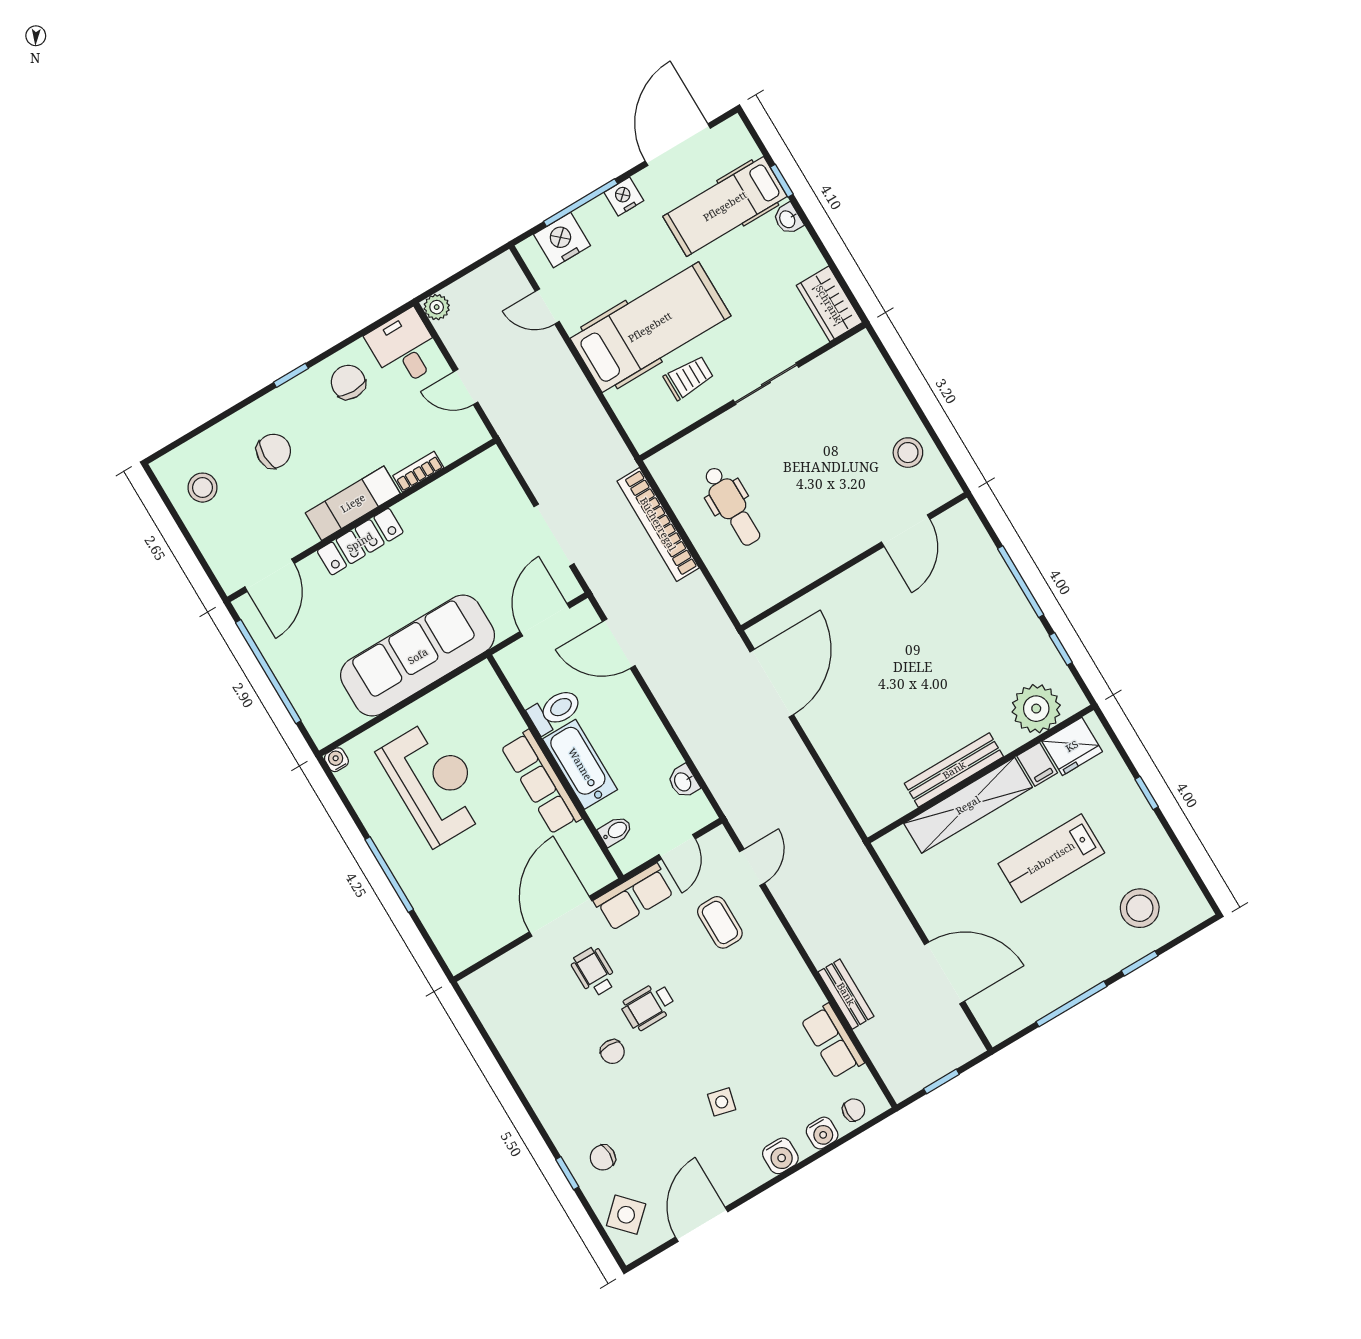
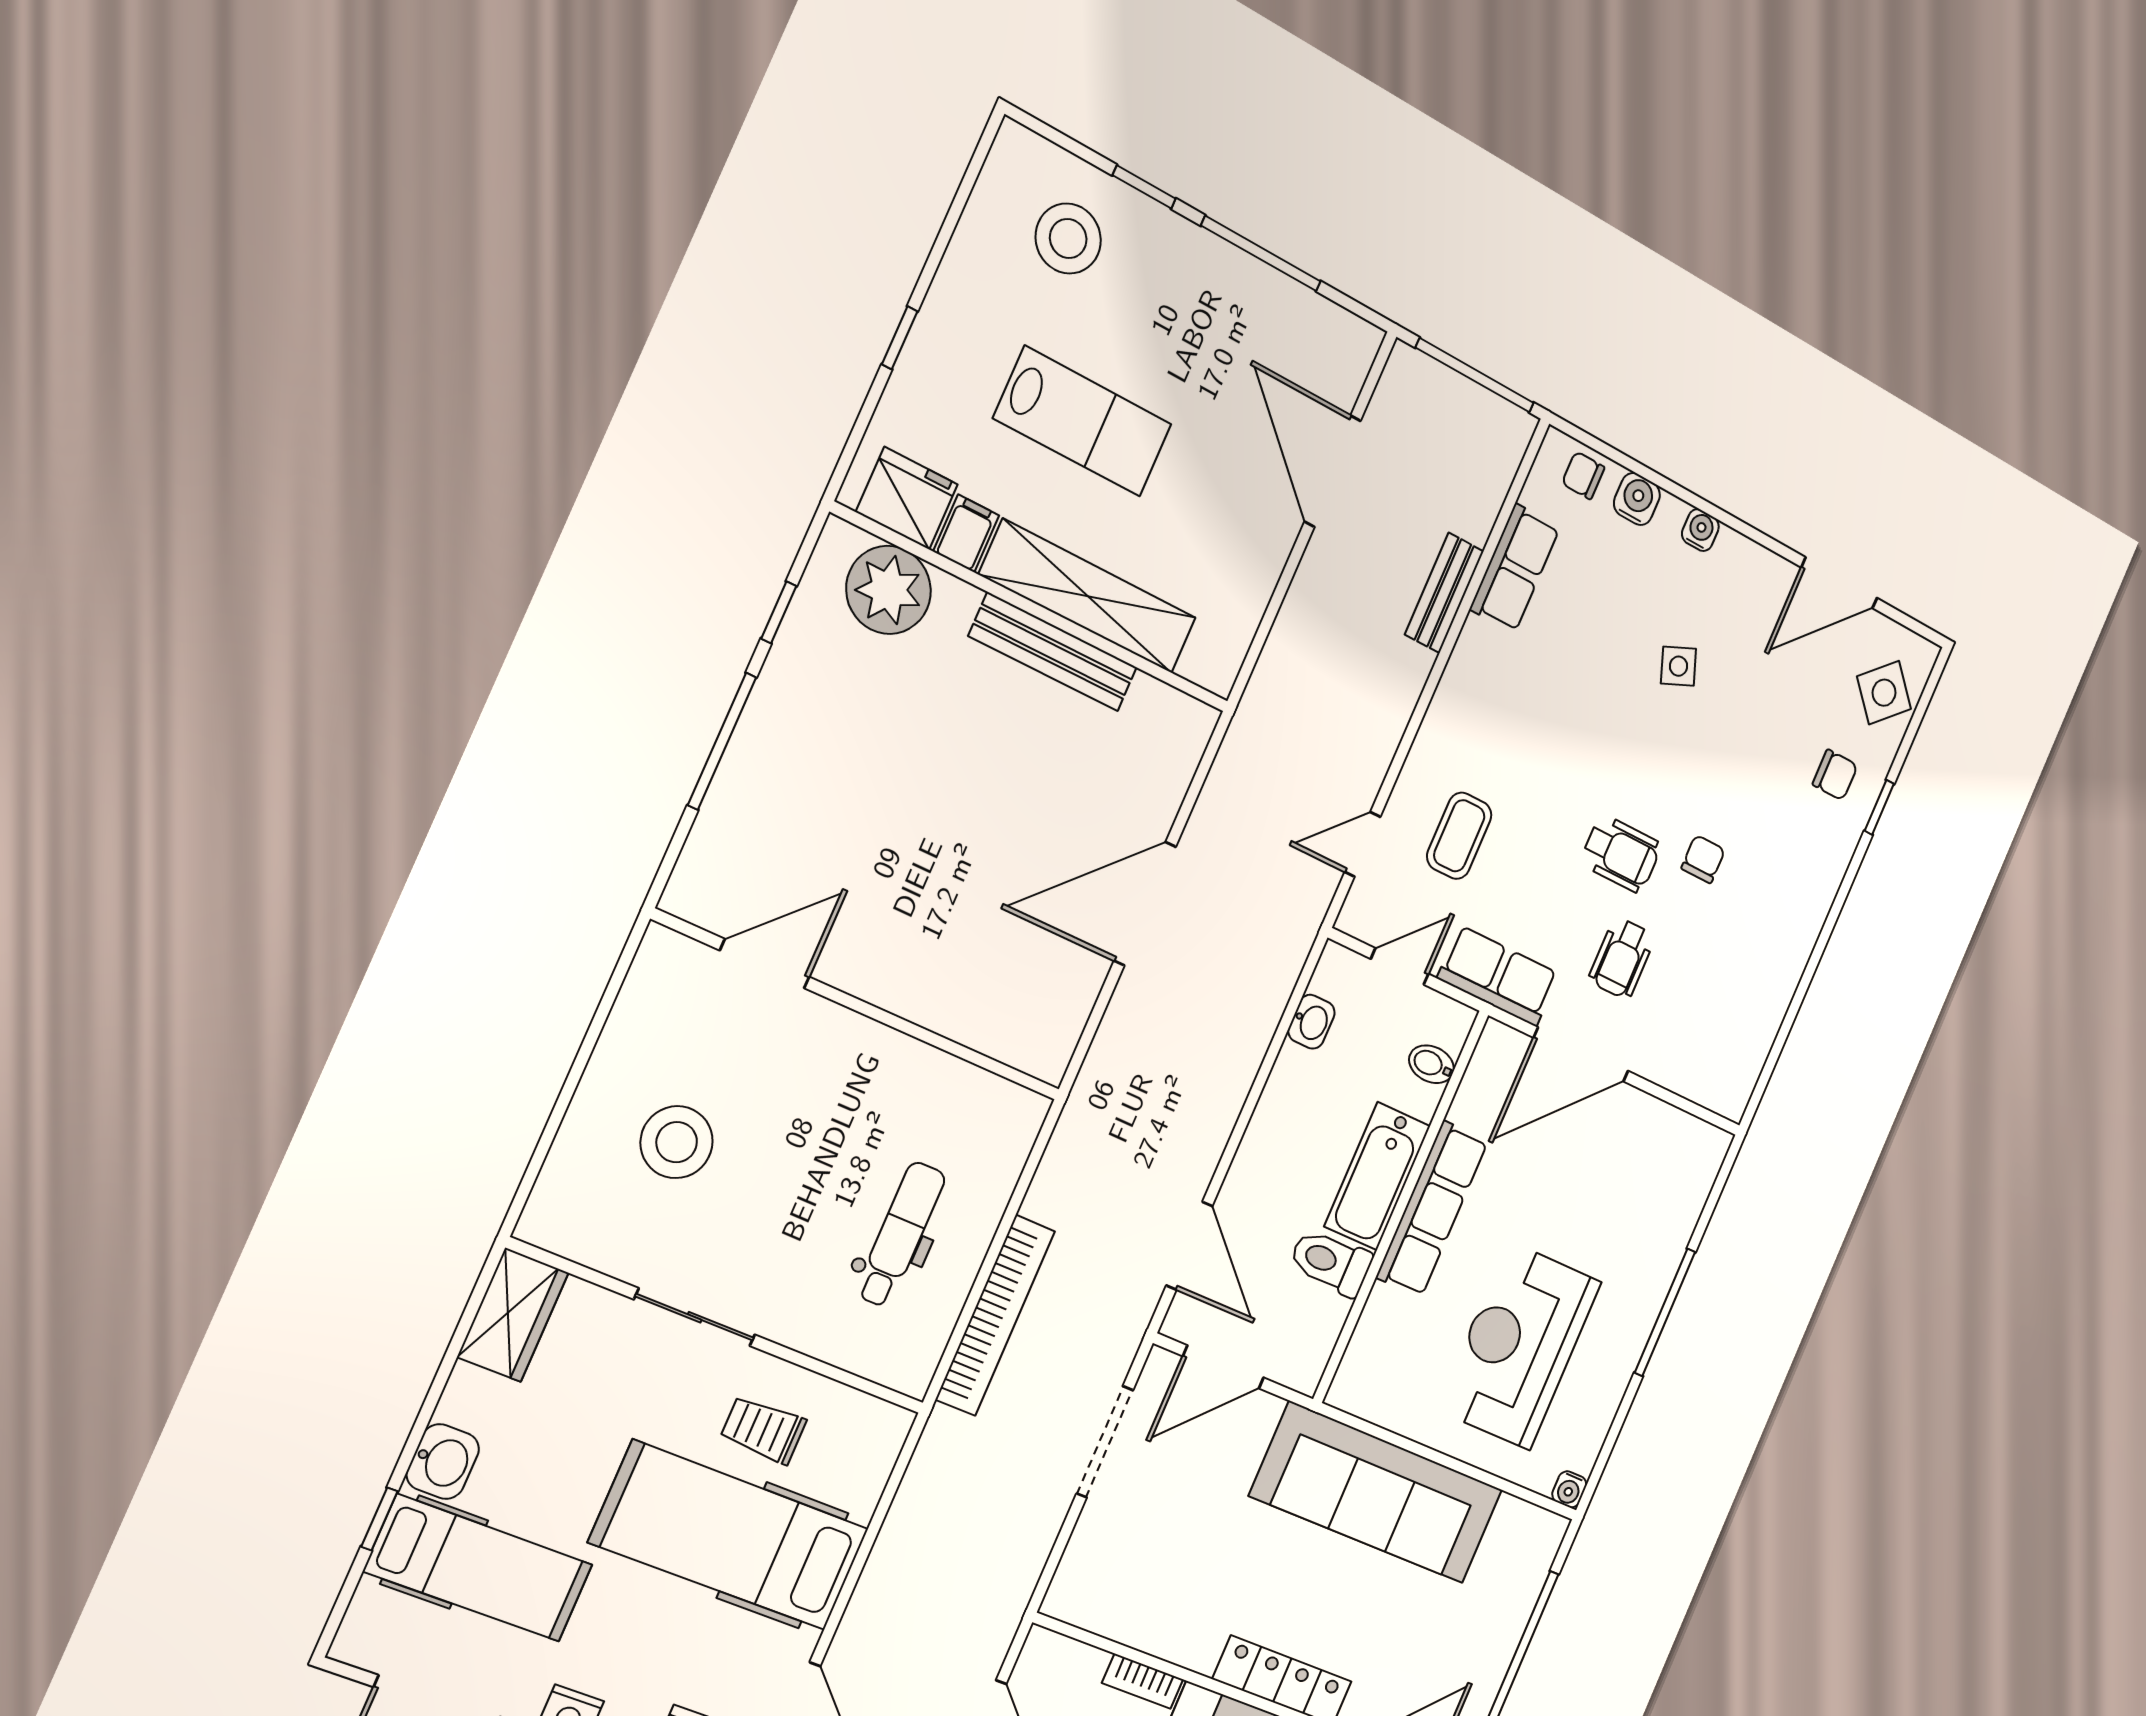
washbasin: (788, 219) -> (443, 1462), width x1.38, depth x1.45
stool: (908, 453) -> (677, 1142), moved, width x1.38, depth x1.38
door: (772, 683) -> (1145, 904), moved
window: (941, 1081) -> (1475, 375), width x2.17
side table: (722, 1102) -> (1678, 666), turned -36
water cooler: (780, 1156) -> (1700, 530), width x0.72, depth x0.72

